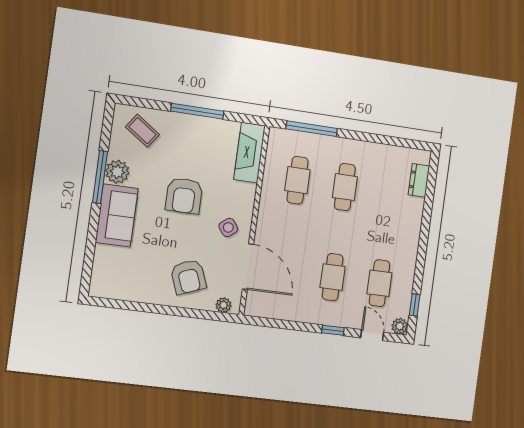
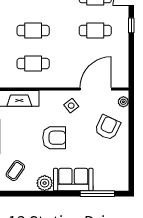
window: (100, 177) -> (97, 194), moved
armchair: (188, 277) -> (107, 128), turned -44

